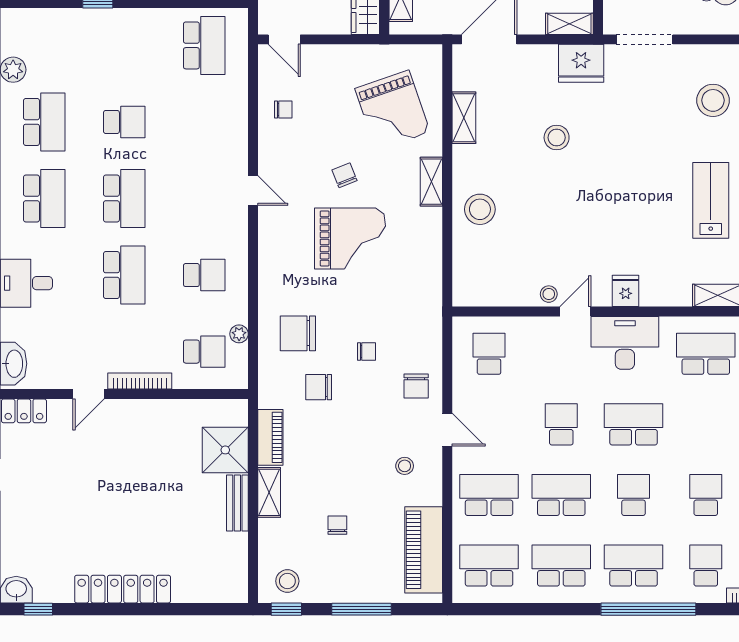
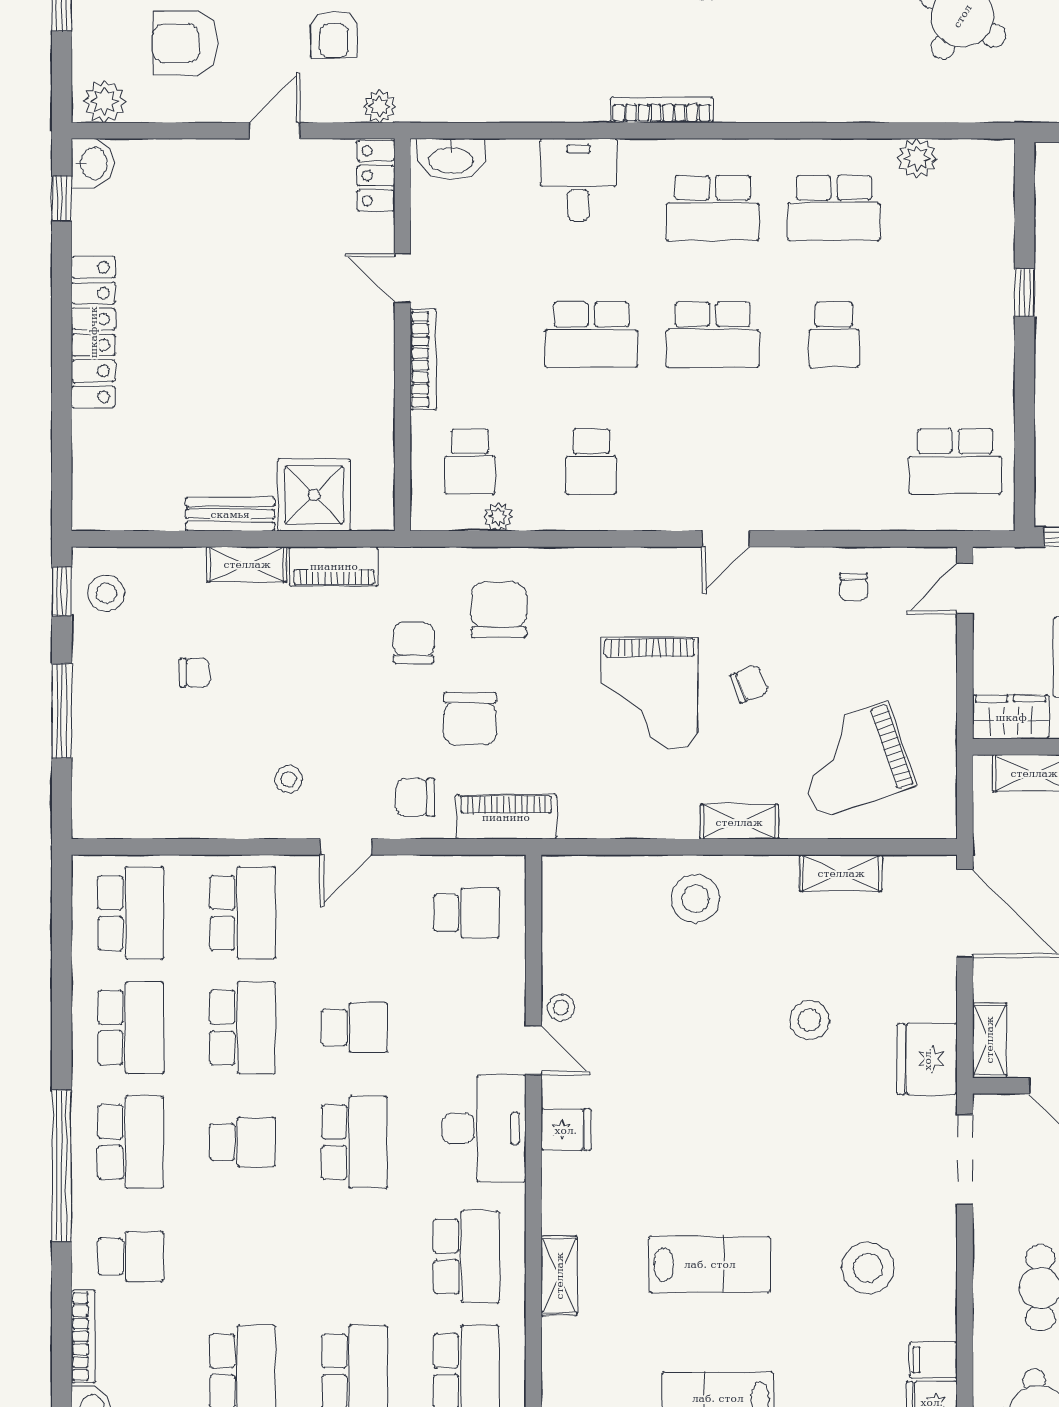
chair: (367, 351) -> (470, 719), width x1.87, depth x1.87
school desk: (706, 495) -> (243, 1257), removed
piano: (424, 550) -> (506, 817), moved, width x0.73, depth x0.75

